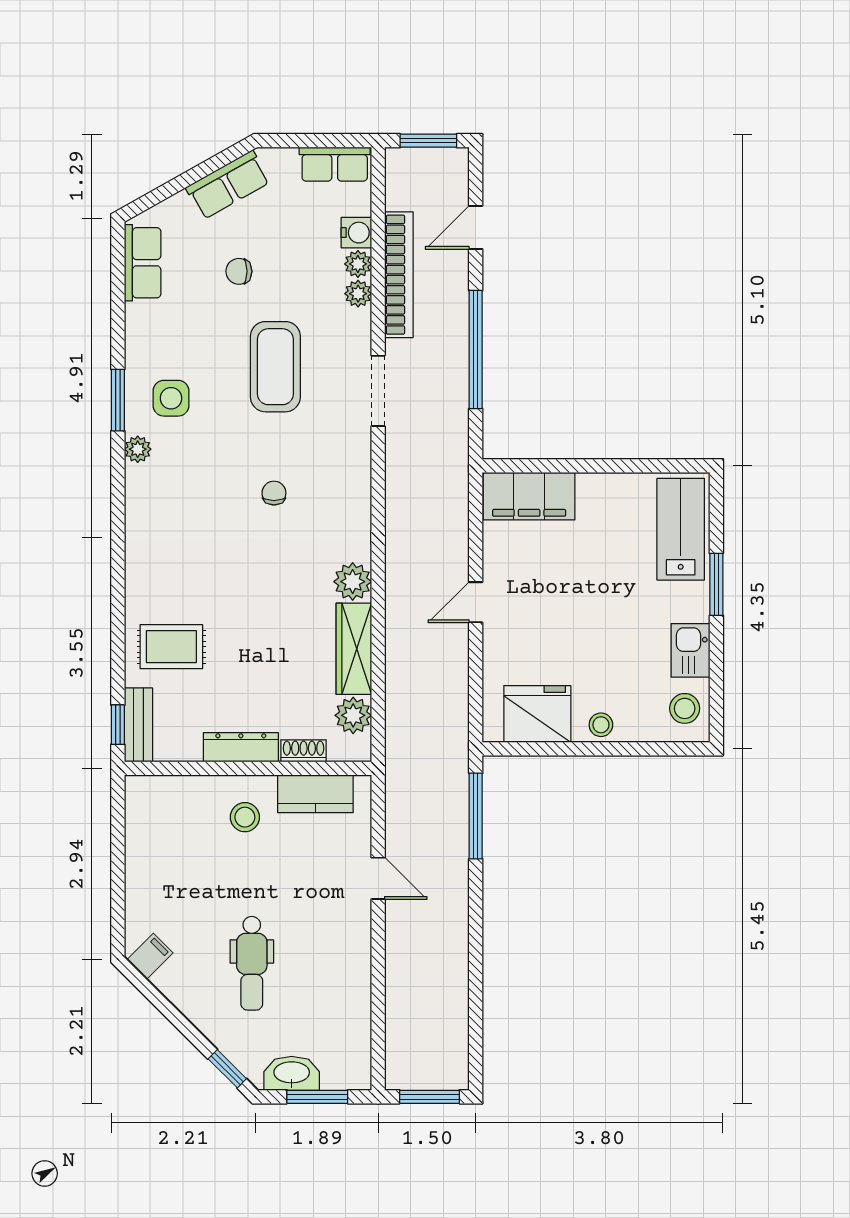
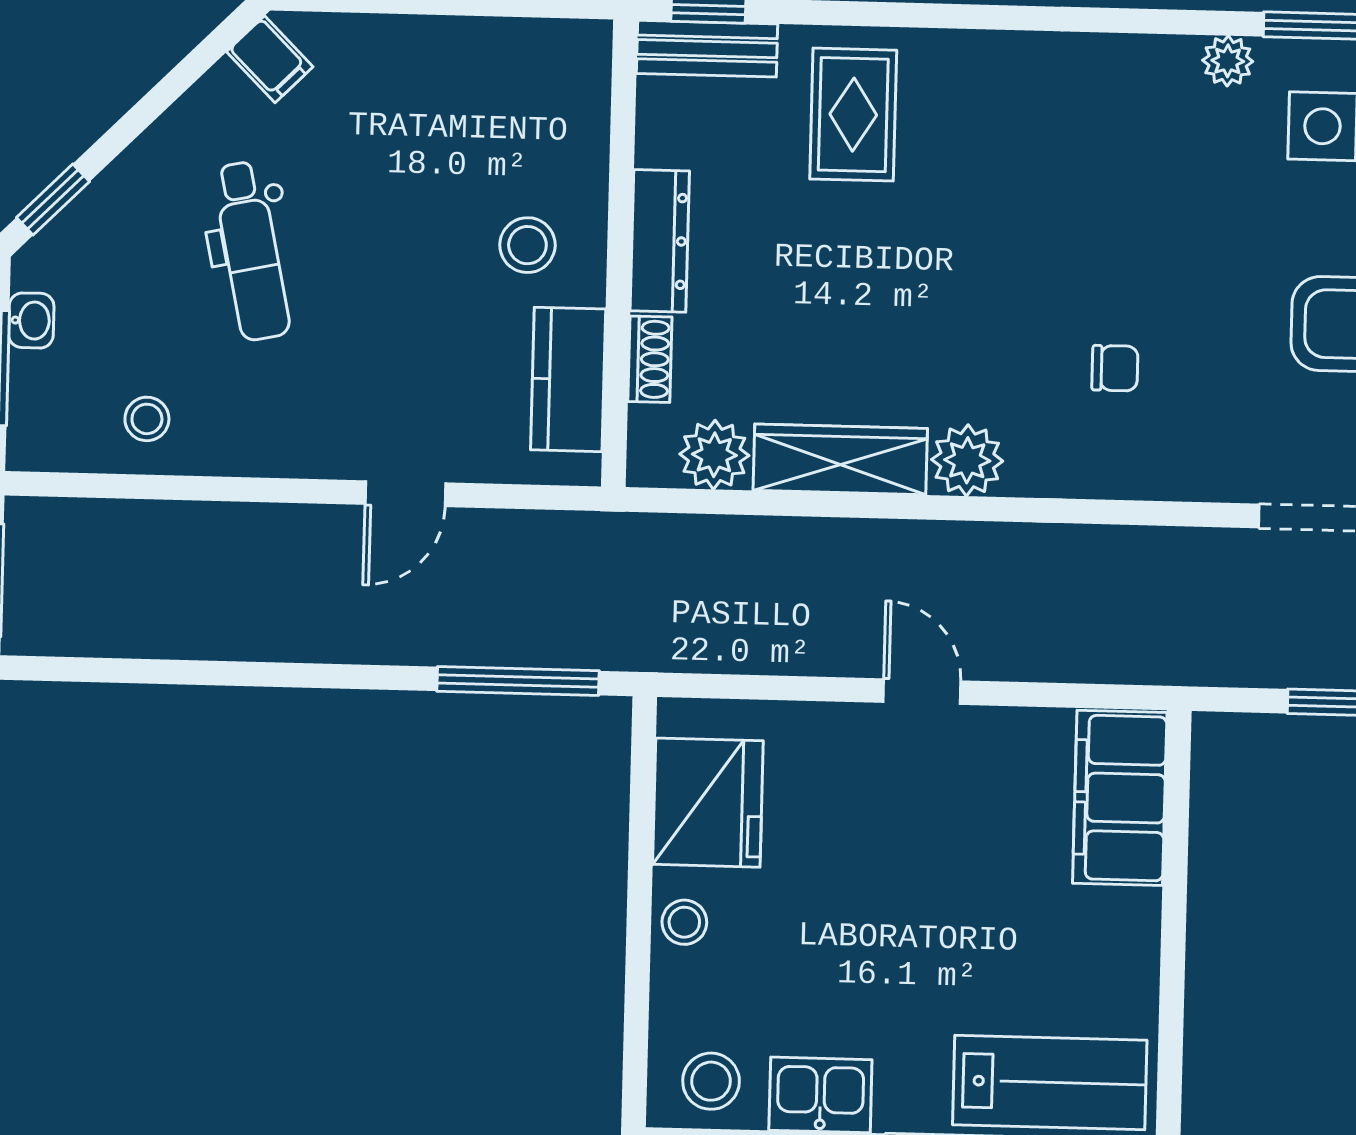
chair: (274, 493) -> (1115, 368), moved
dental chair: (252, 963) -> (251, 251), turned -102
stool: (342, 1016) -> (147, 419), added
washbasin: (292, 1073) -> (31, 320), width x0.52, depth x0.69

